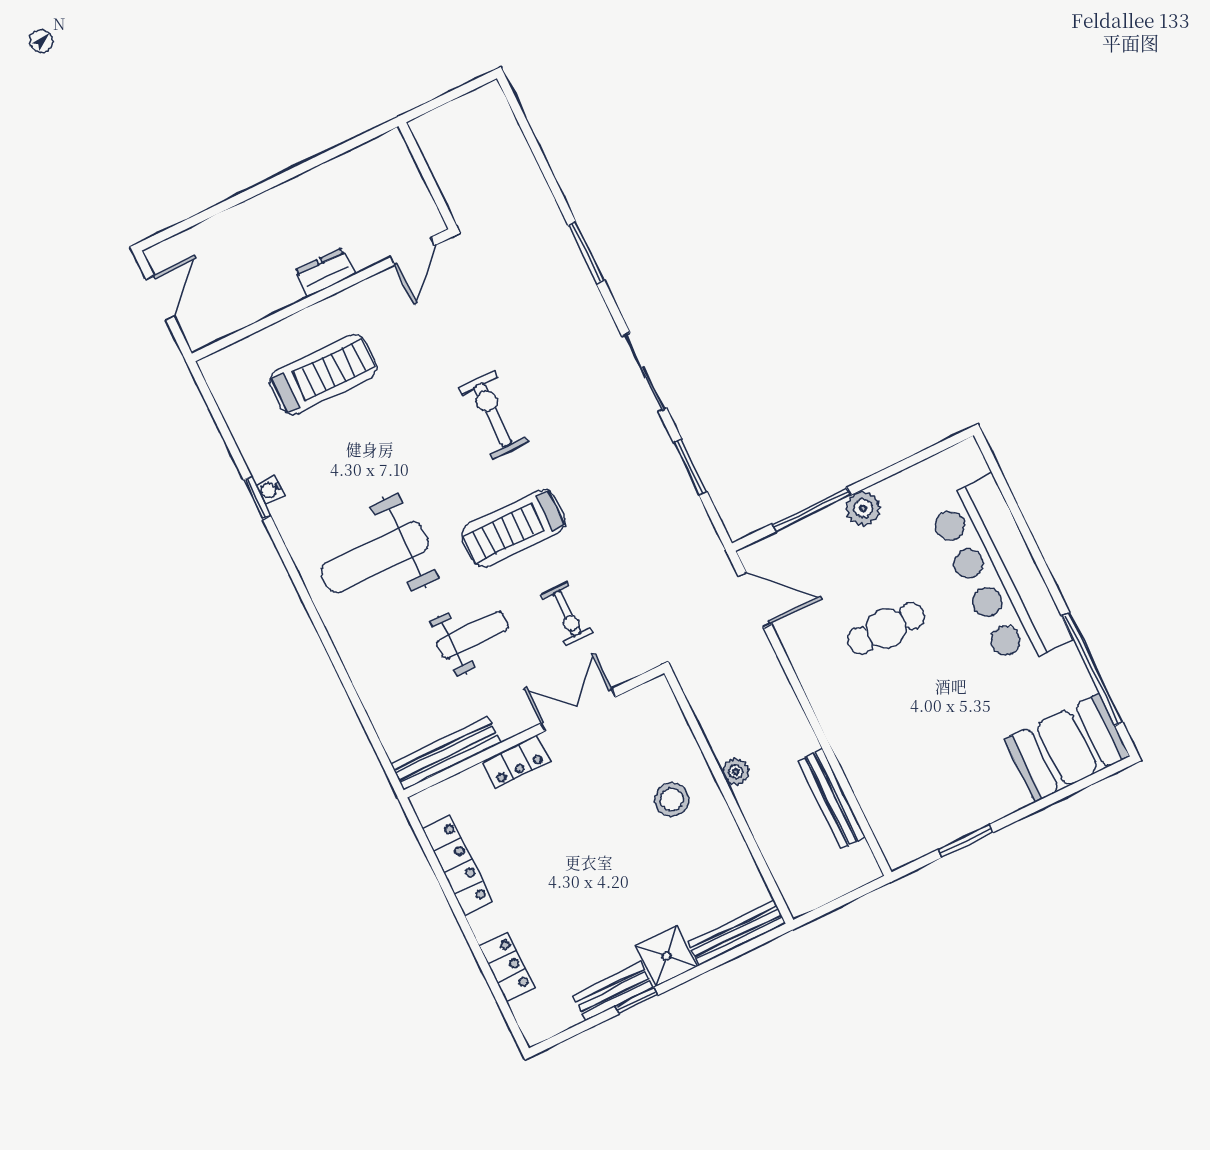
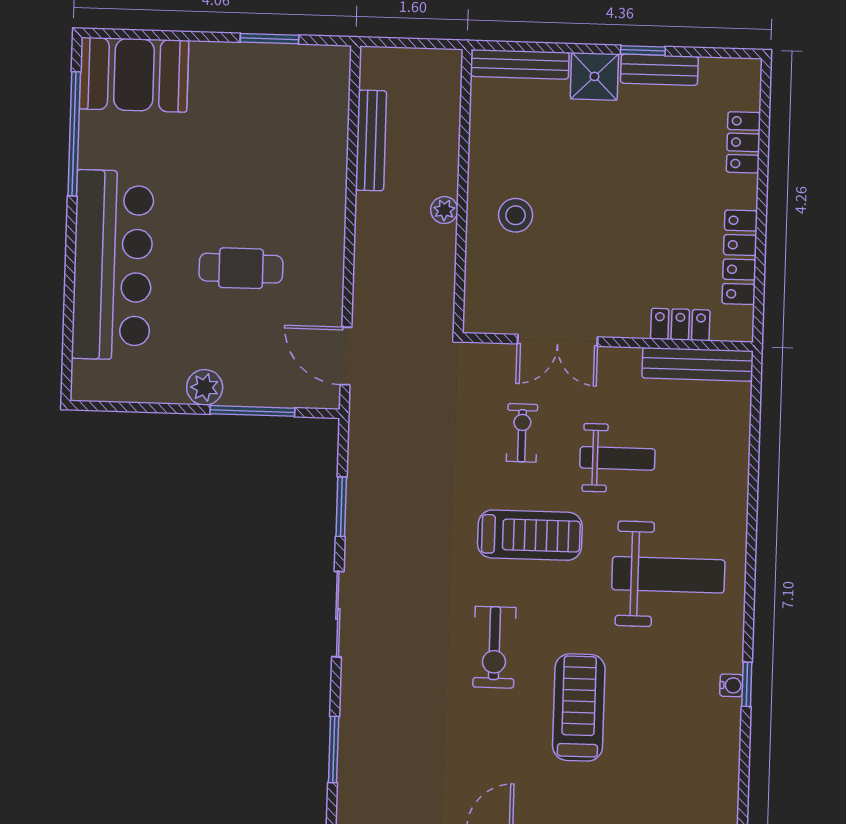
treadmill: (323, 375) -> (579, 707), moved, turned 90
weight bench: (472, 635) -> (617, 458), turned 180
locker: (516, 762) -> (680, 325), moved

